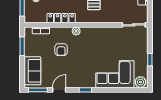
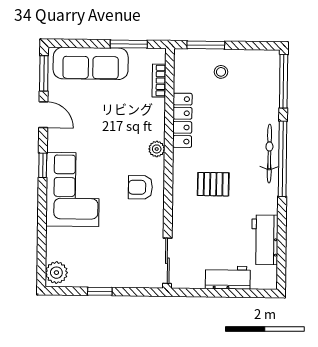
armchair: (61, 50) -> (140, 187), moved
sofa: (32, 71) -> (91, 63), width x1.36
corner sofa: (115, 74) -> (73, 189), moved

